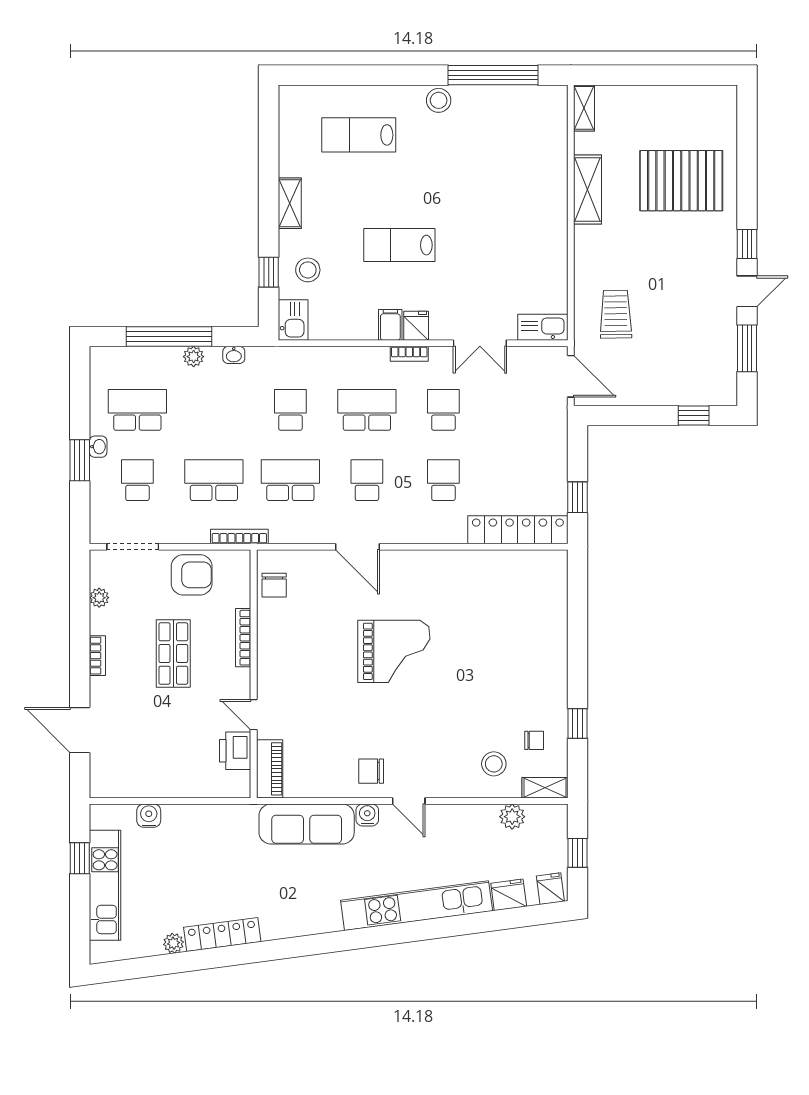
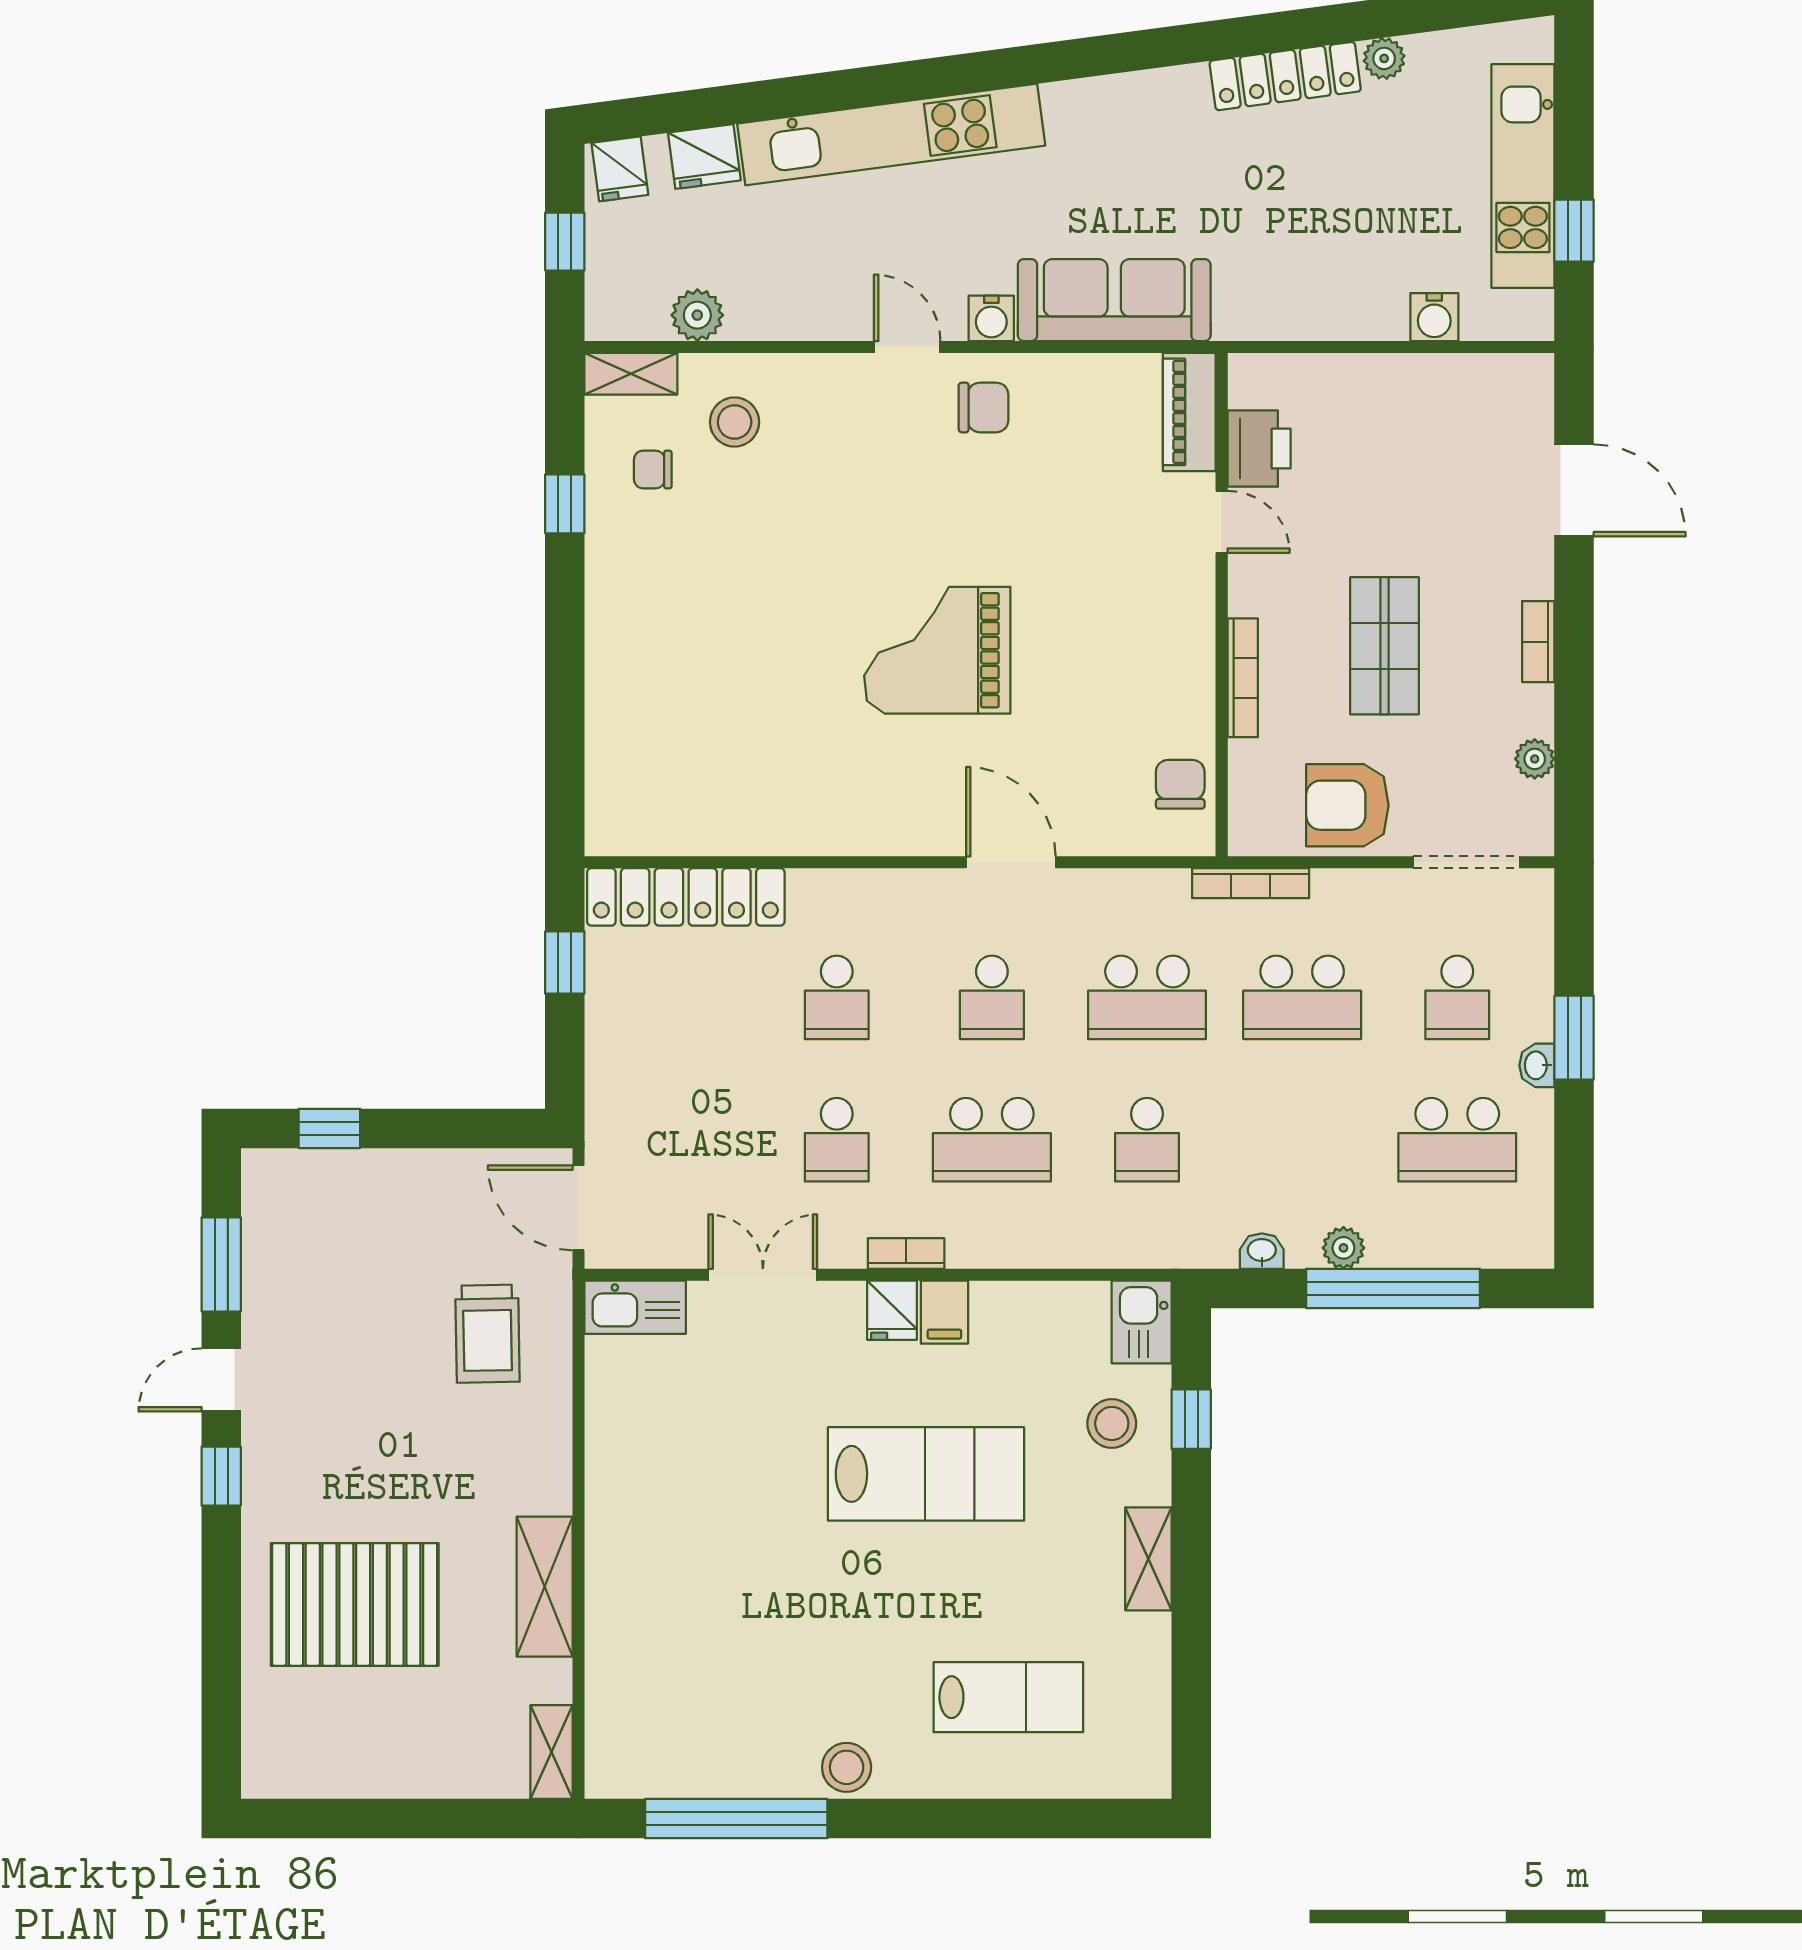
lab bench: (399, 245) -> (926, 1474), width x1.36, depth x1.39

